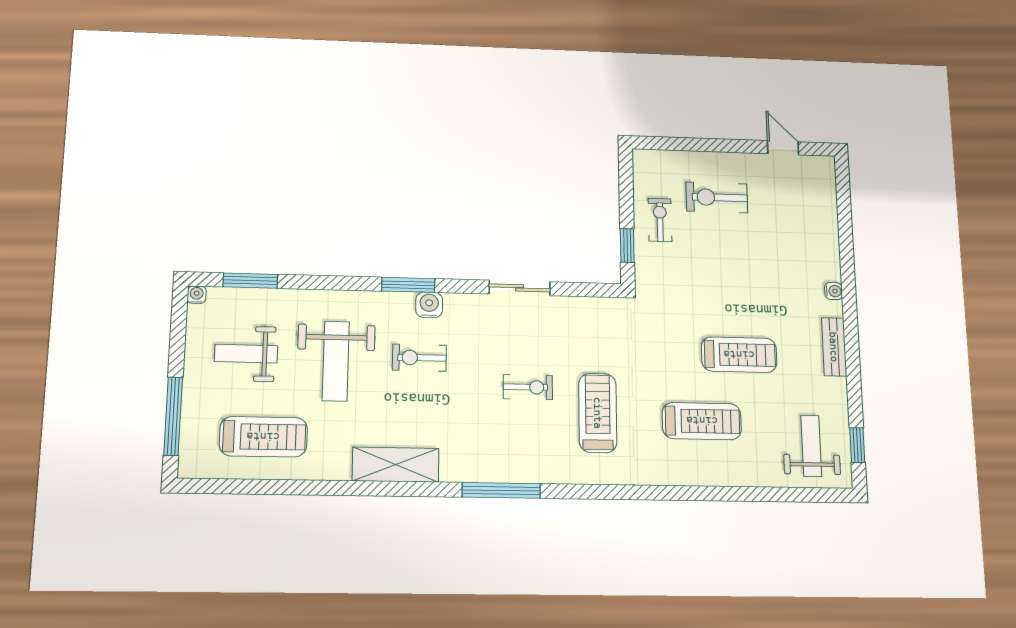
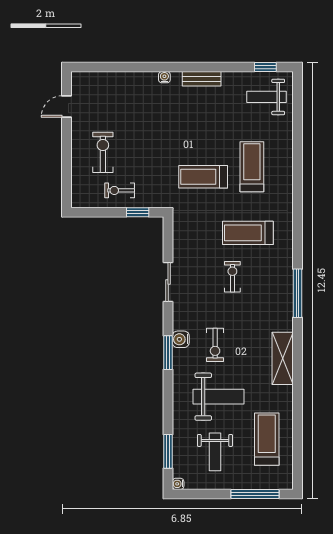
exercise bike: (717, 197) -> (103, 152), turned 180
treadmill: (739, 355) -> (203, 177), moved, turned -90

